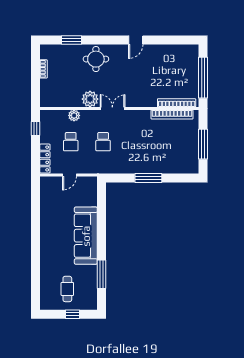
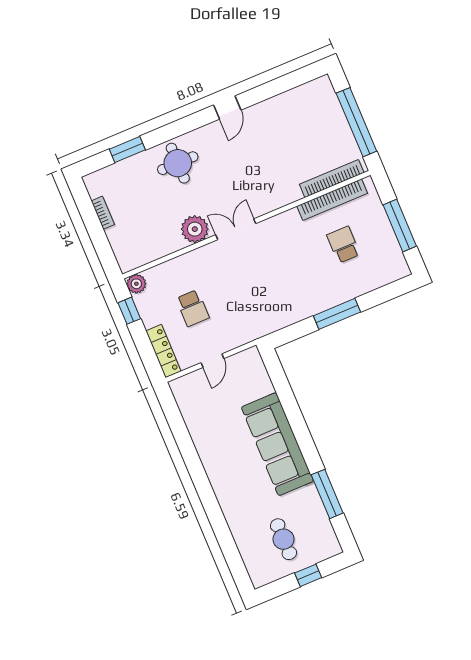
plant: (74, 115) -> (136, 284), moved
school desk: (103, 142) -> (343, 245), moved, turned 180

